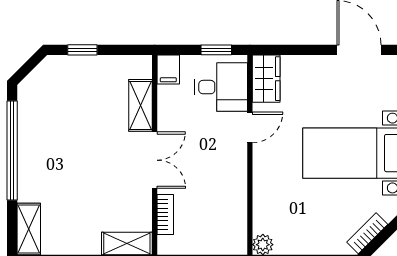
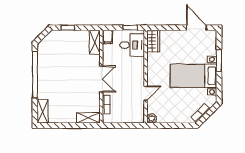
shelving: (141, 105) -> (95, 42), moved
door: (250, 127) -> (146, 93), moved

